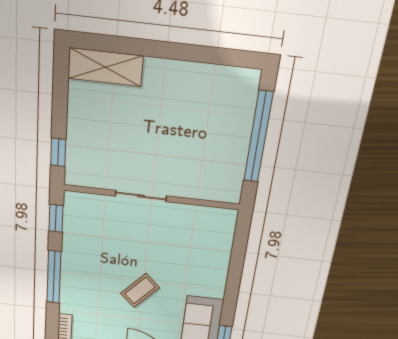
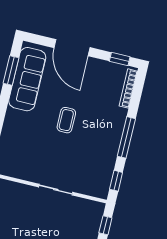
coffee table: (140, 290) -> (66, 120), turned -43

